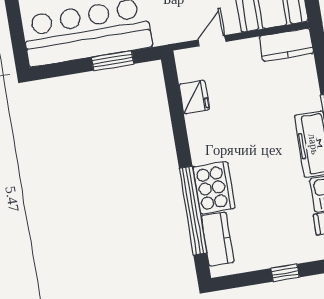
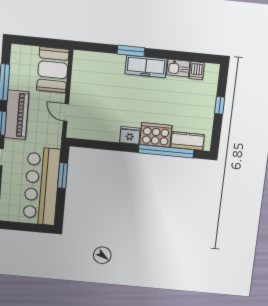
kitchen counter: (286, 45) -> (80, 67), removed
fridge: (194, 97) -> (130, 135), moved

